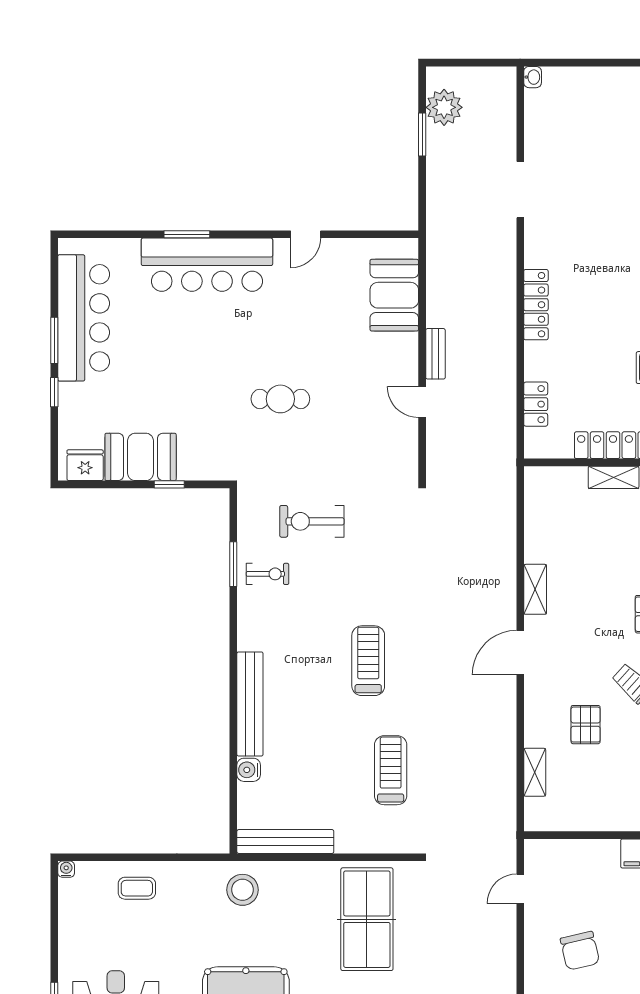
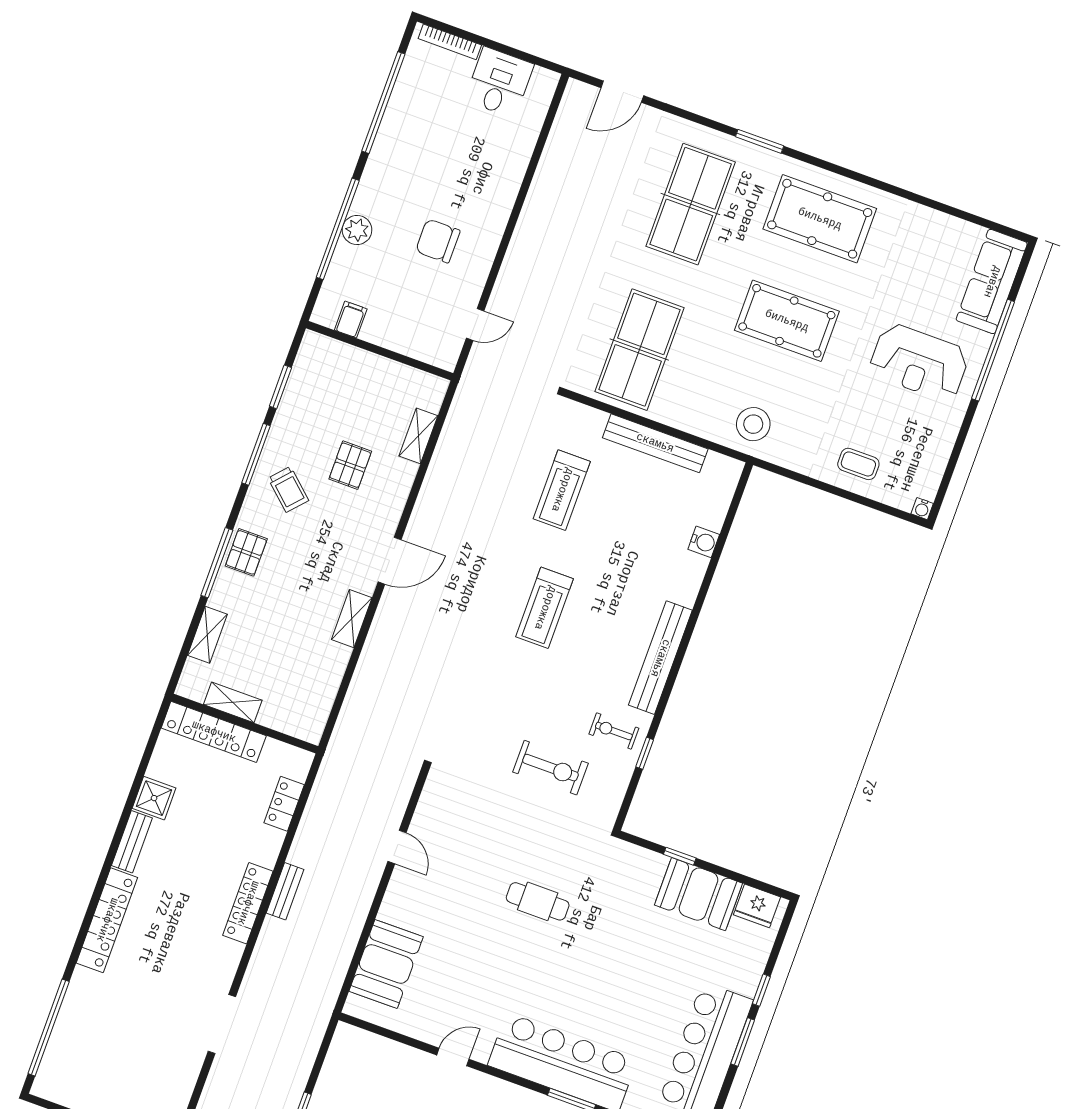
bench: (435, 354) -> (285, 891), moved
window: (233, 564) -> (645, 753), width x0.67
bench: (250, 704) -> (660, 658), moved
bench: (285, 841) -> (655, 443), moved
chair: (580, 951) -> (438, 241), turned -77

